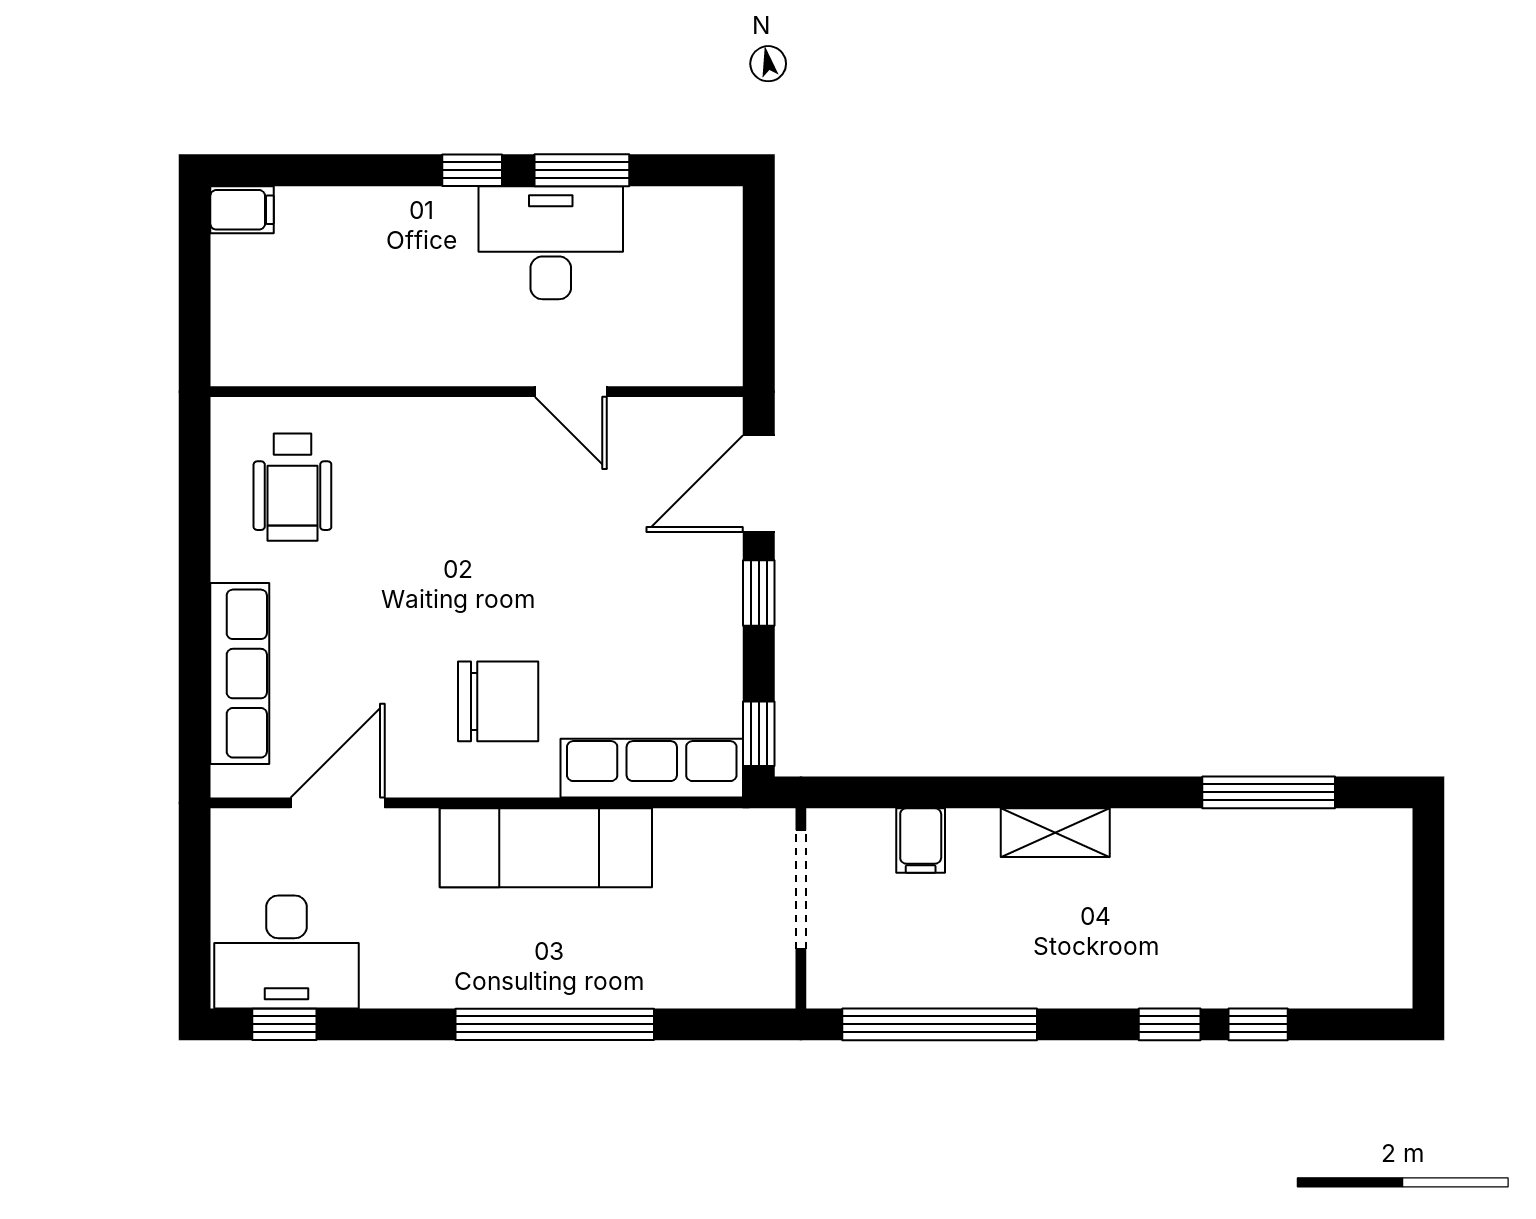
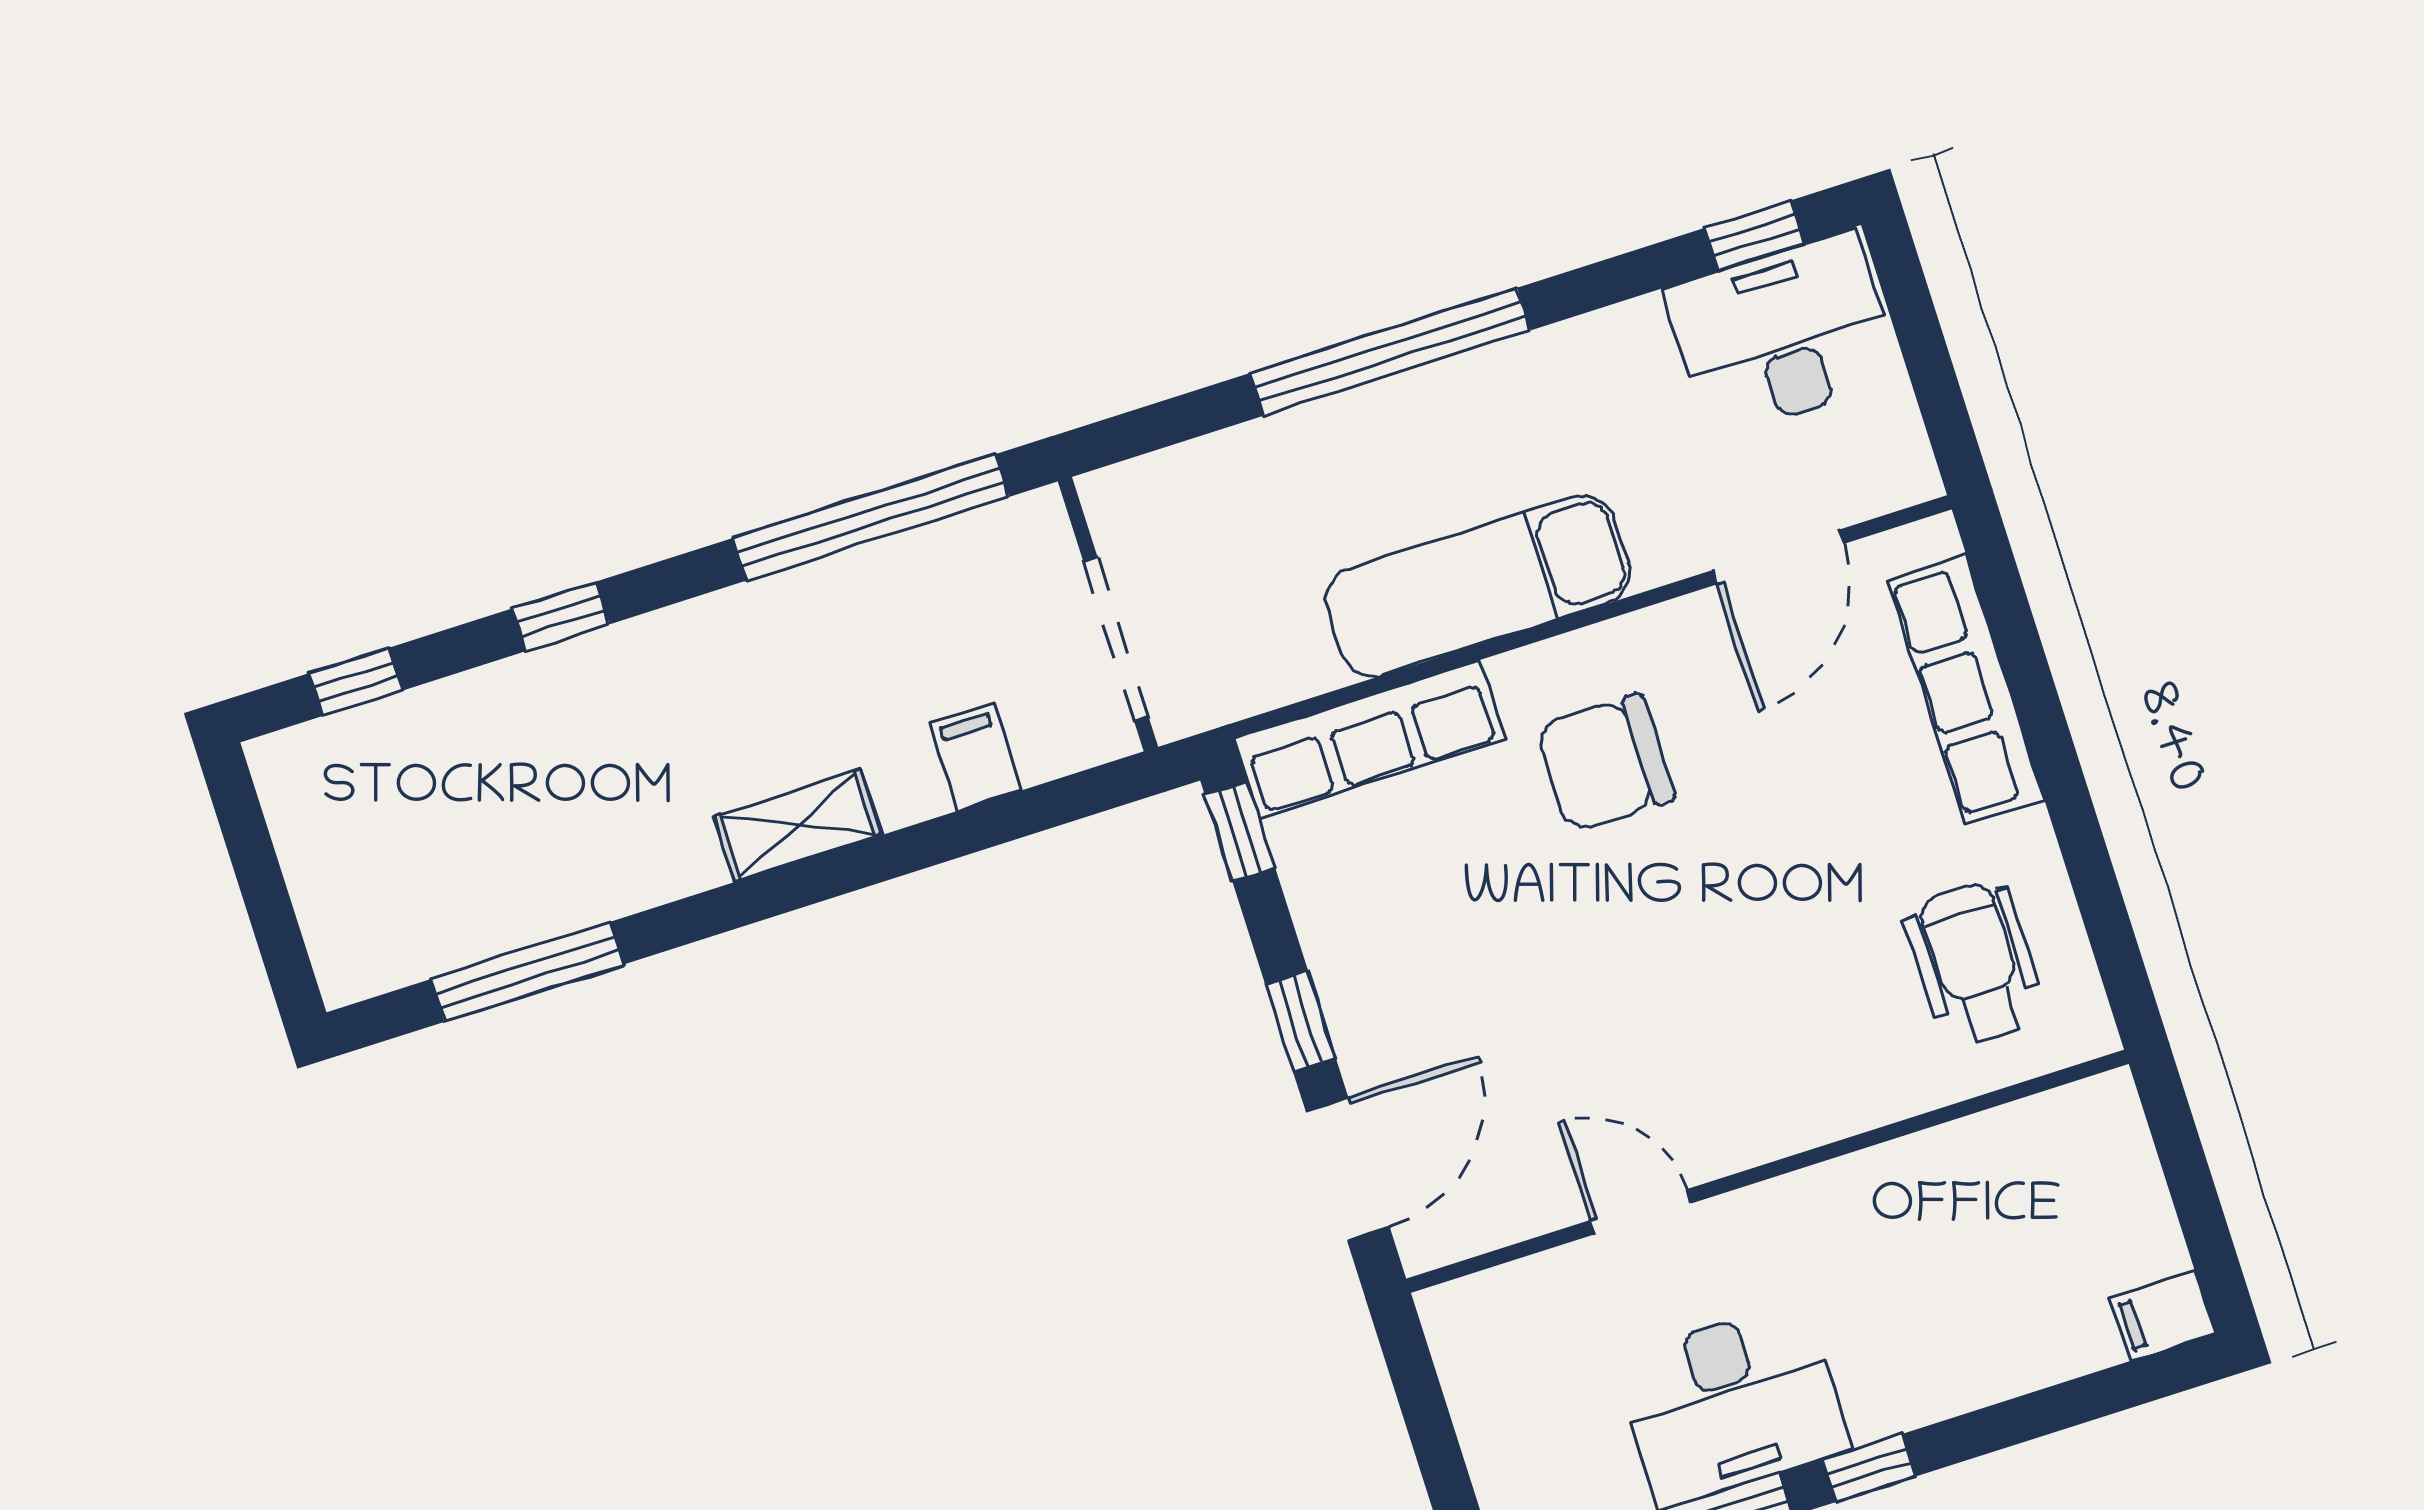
window: (1258, 1024) -> (356, 682), moved

